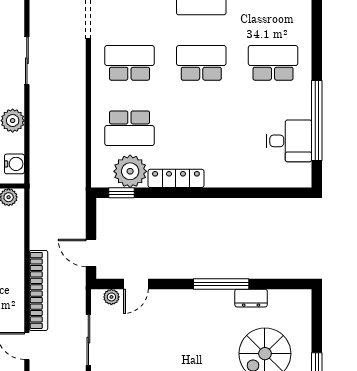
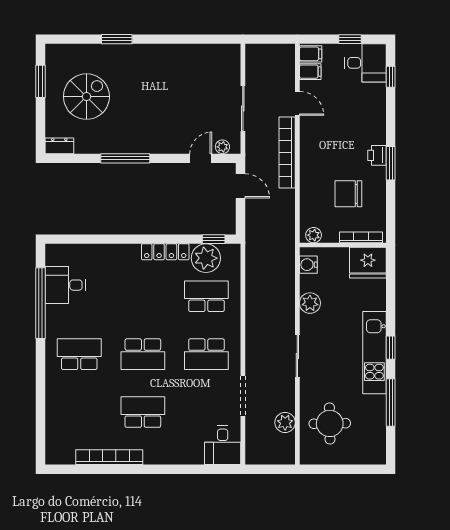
school desk: (273, 63) -> (79, 354), turned 180
dresser: (251, 298) -> (59, 146), moved

